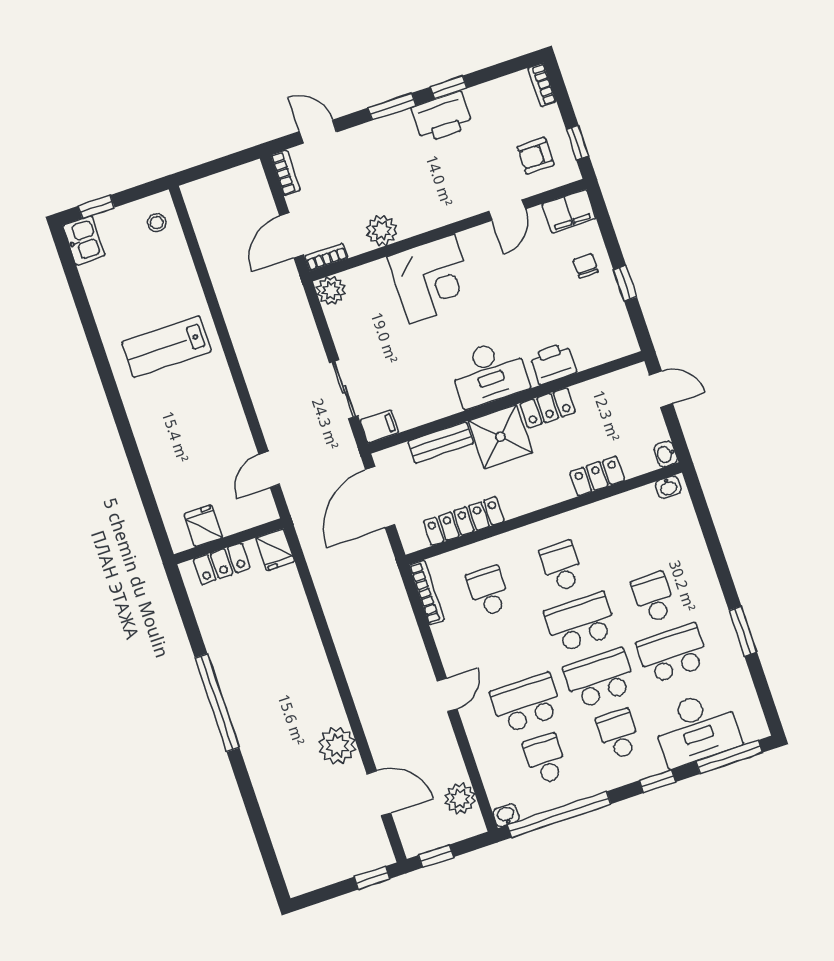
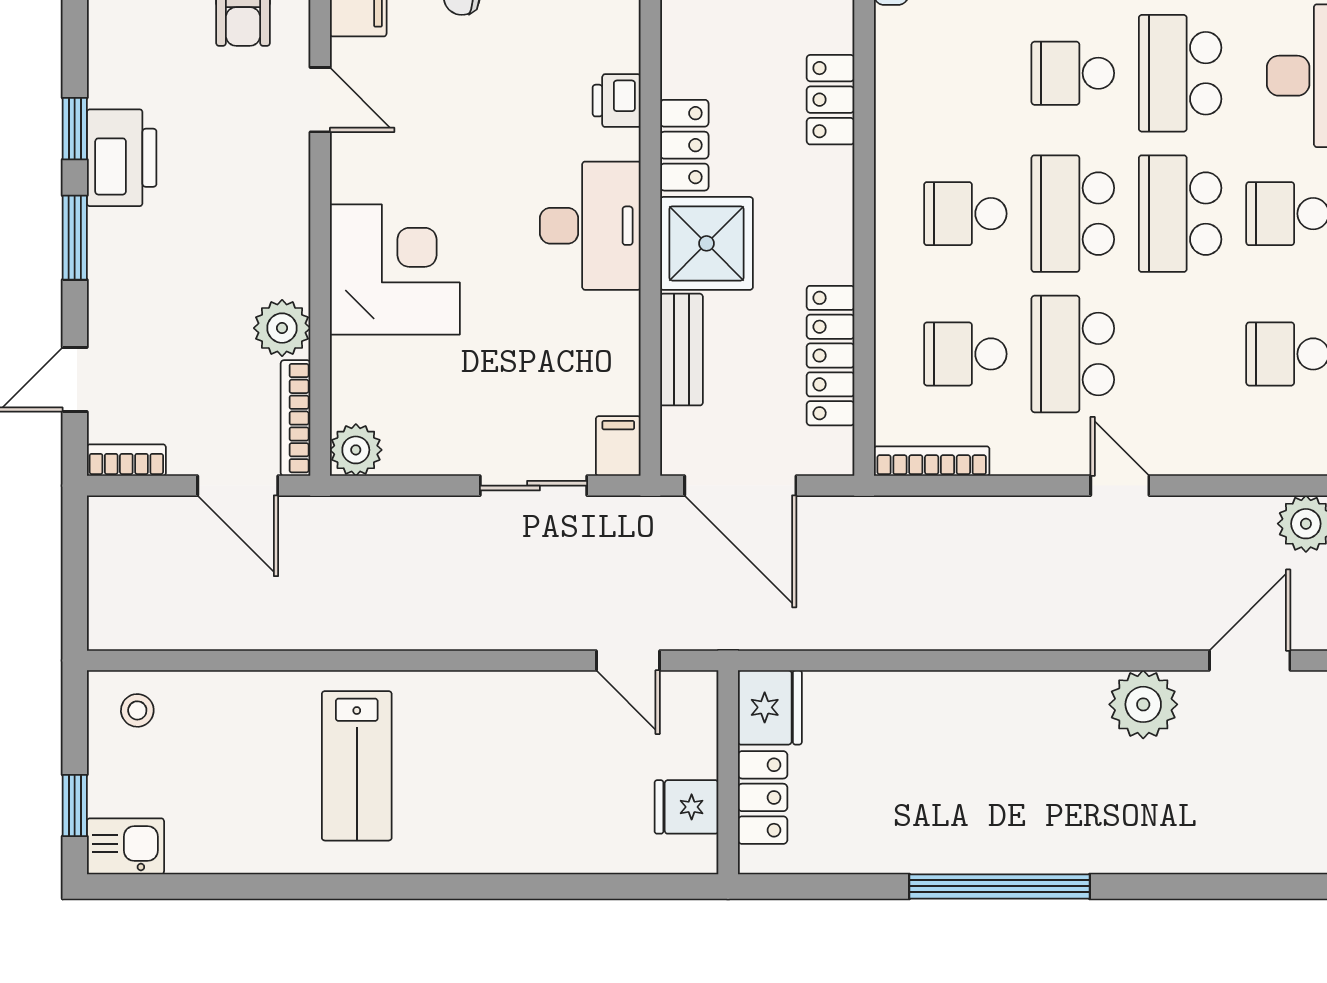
bookcase: (326, 257) -> (296, 418), width x1.56
printer: (553, 363) -> (617, 101), width x0.73, depth x0.81
fridge: (275, 550) -> (770, 707), width x1.38
school desk: (526, 703) -> (1073, 354), moved

